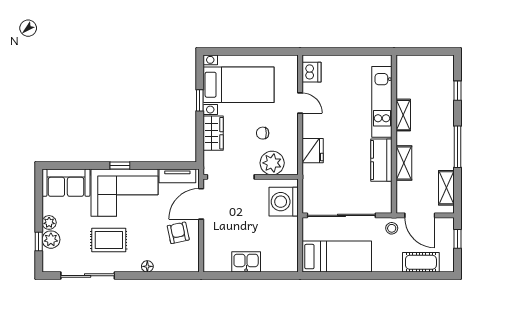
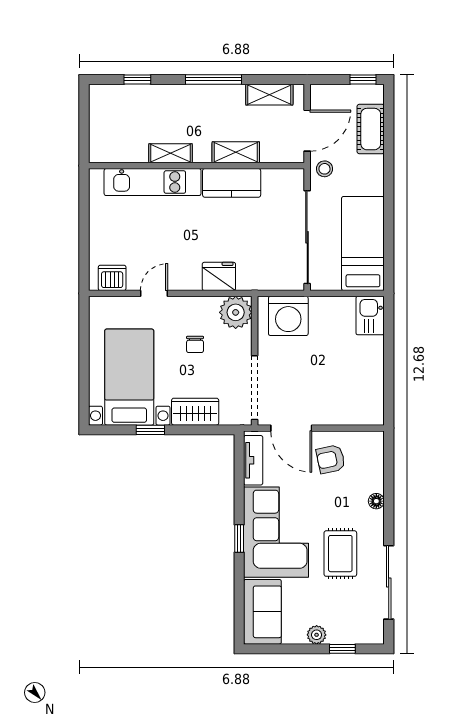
plant: (272, 163) -> (236, 312), moved
window: (457, 239) -> (363, 79), moved
plant: (51, 240) -> (340, 632), removed
kitchen sink: (246, 262) -> (370, 316), moved

